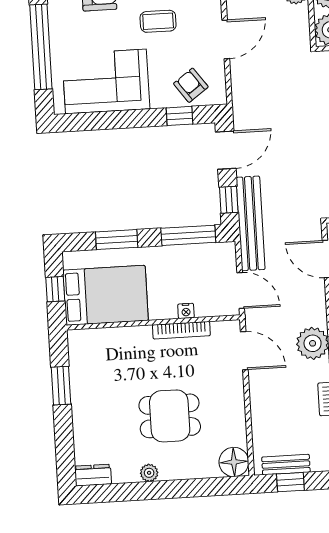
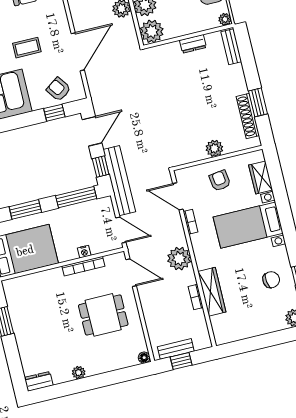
door: (226, 39) -> (78, 52), width x1.36
dining table: (170, 416) -> (103, 315), moved
floor lamp: (234, 462) -> (144, 358), width x0.53, depth x0.53

